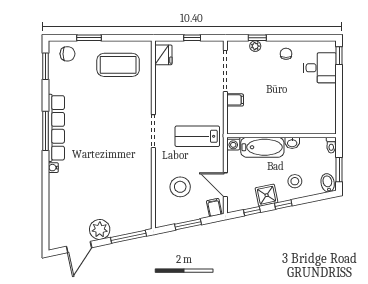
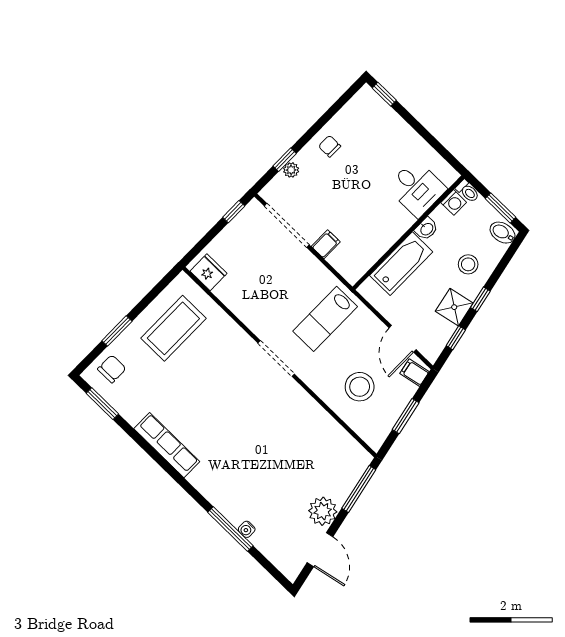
window: (192, 38) -> (234, 212), moved
desk: (320, 68) -> (417, 188), moved, turned 90
row of seats: (56, 128) -> (167, 445), width x0.73
window: (45, 131) -> (230, 529), moved
washing machine: (233, 144) -> (454, 202), moved
water cooler: (53, 168) -> (247, 529), moved
door: (225, 185) -> (403, 339), hinge flipped

